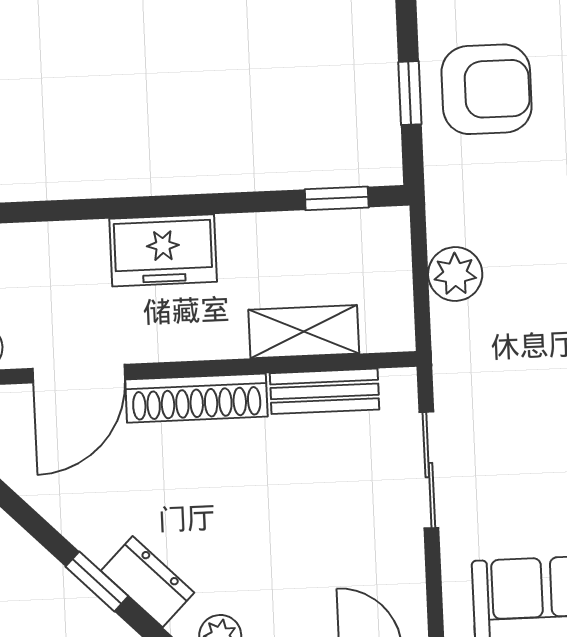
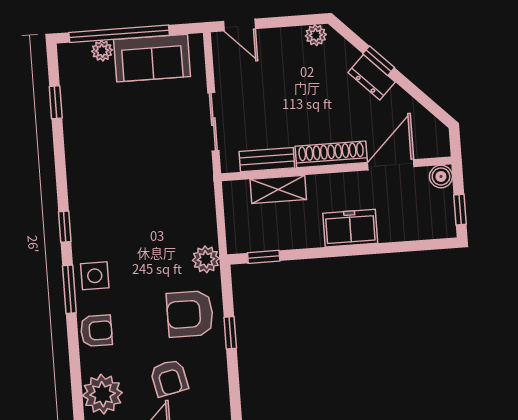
window: (410, 93) -> (230, 333), moved
plant: (455, 274) -> (206, 259), moved
dresser: (148, 582) -> (372, 77), moved

